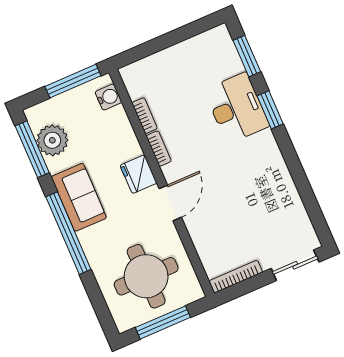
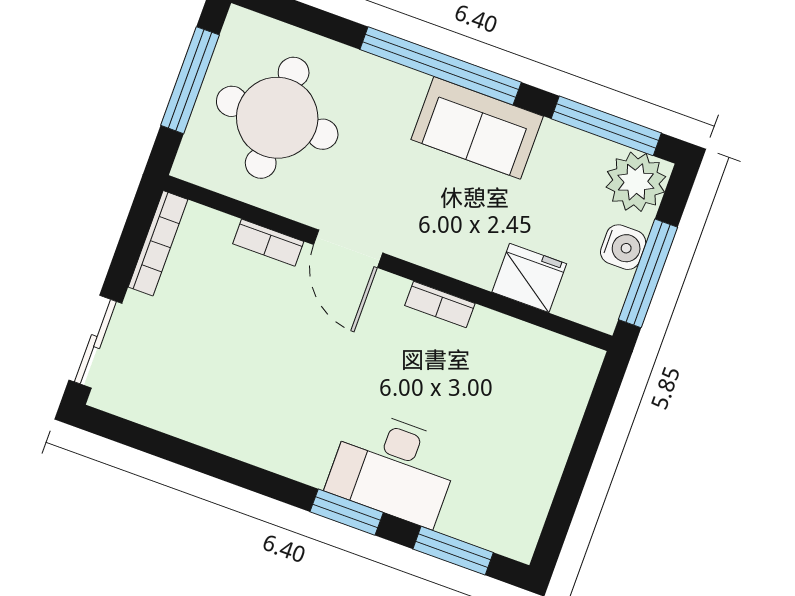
water cooler: (108, 97) -> (623, 247), moved, turned -90
bookcase: (145, 116) -> (268, 243), moved
plant: (52, 140) -> (636, 182), moved
fridge: (138, 174) -> (529, 278), moved

